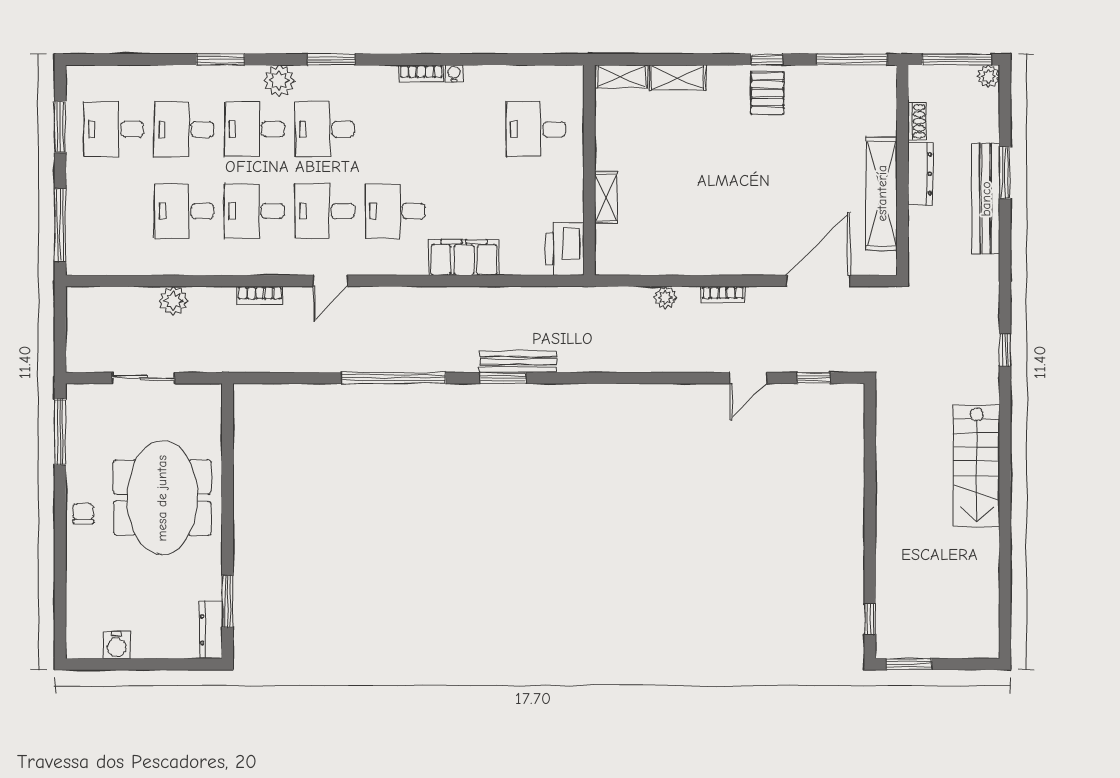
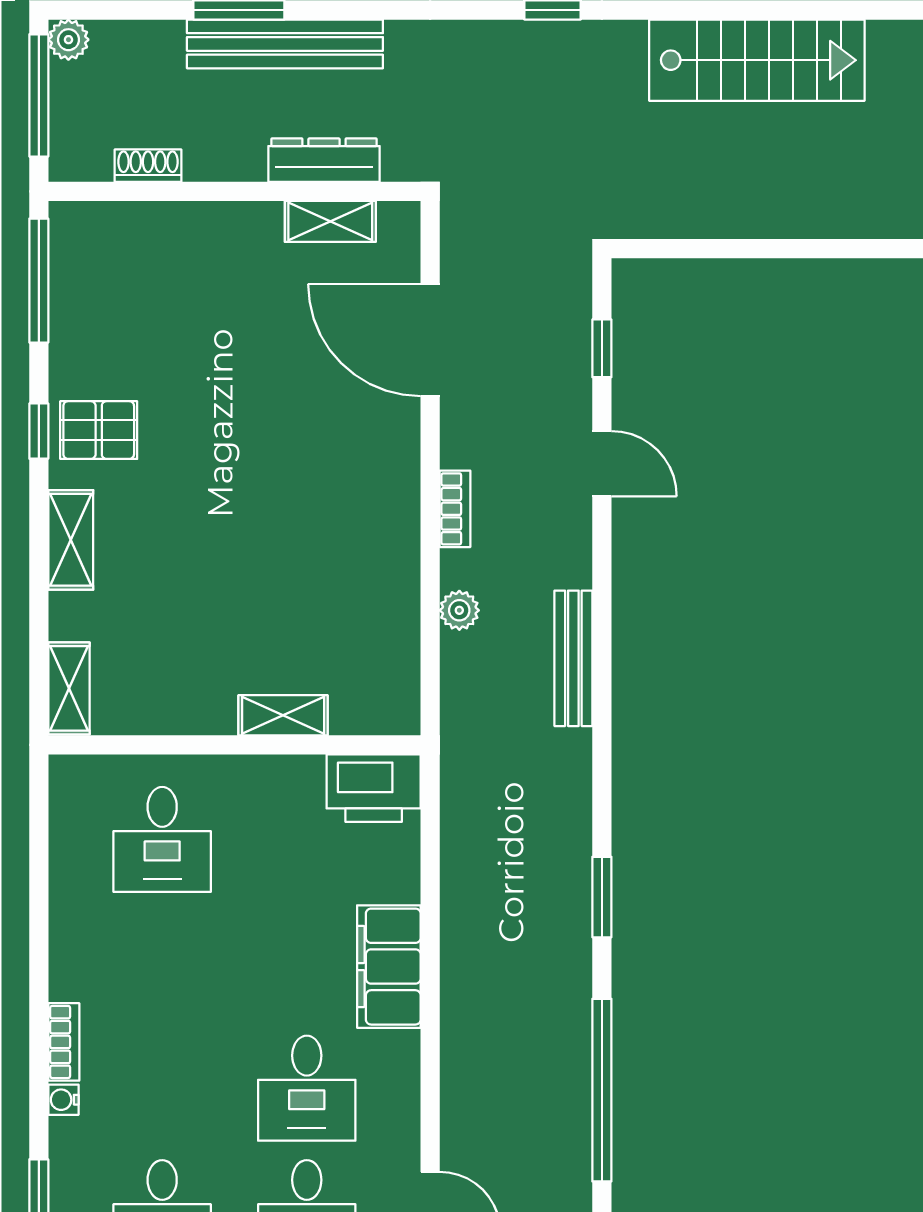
water cooler: (454, 73) -> (63, 1100), moved
shelving: (678, 78) -> (71, 540), moved
dresser: (920, 174) -> (324, 160), moved
shelving: (882, 193) -> (330, 221), width x0.45, depth x0.75
bench: (518, 362) -> (573, 658), moved

